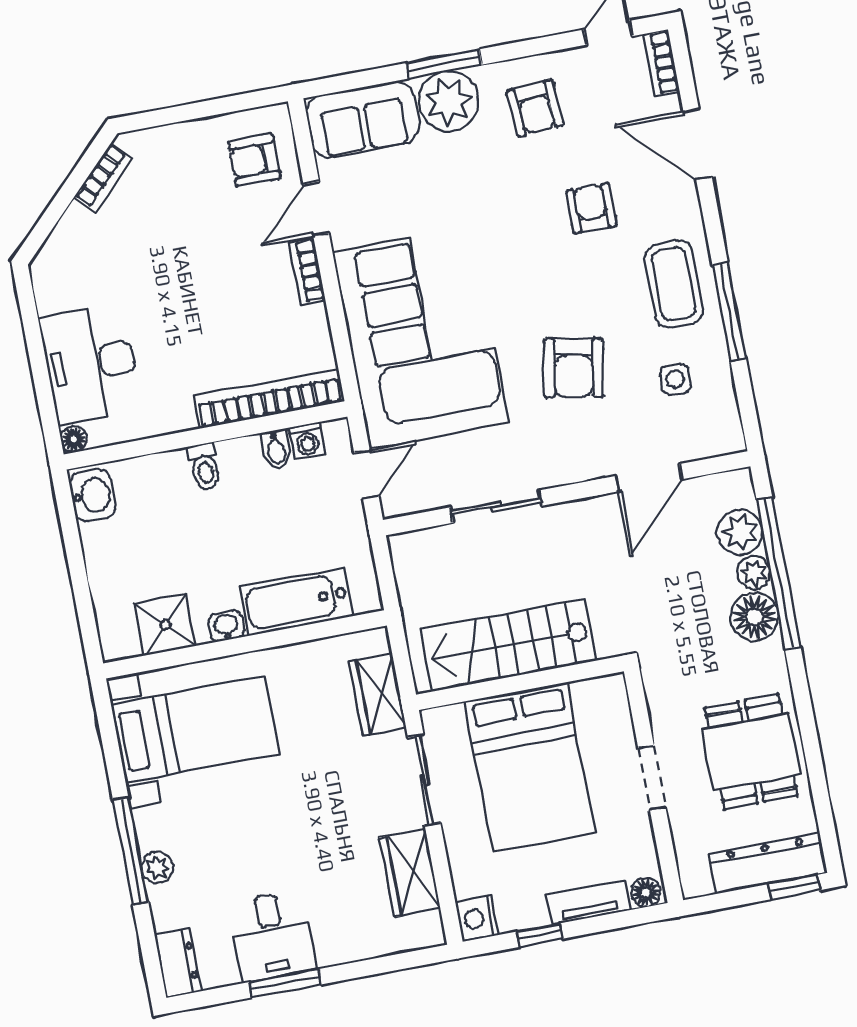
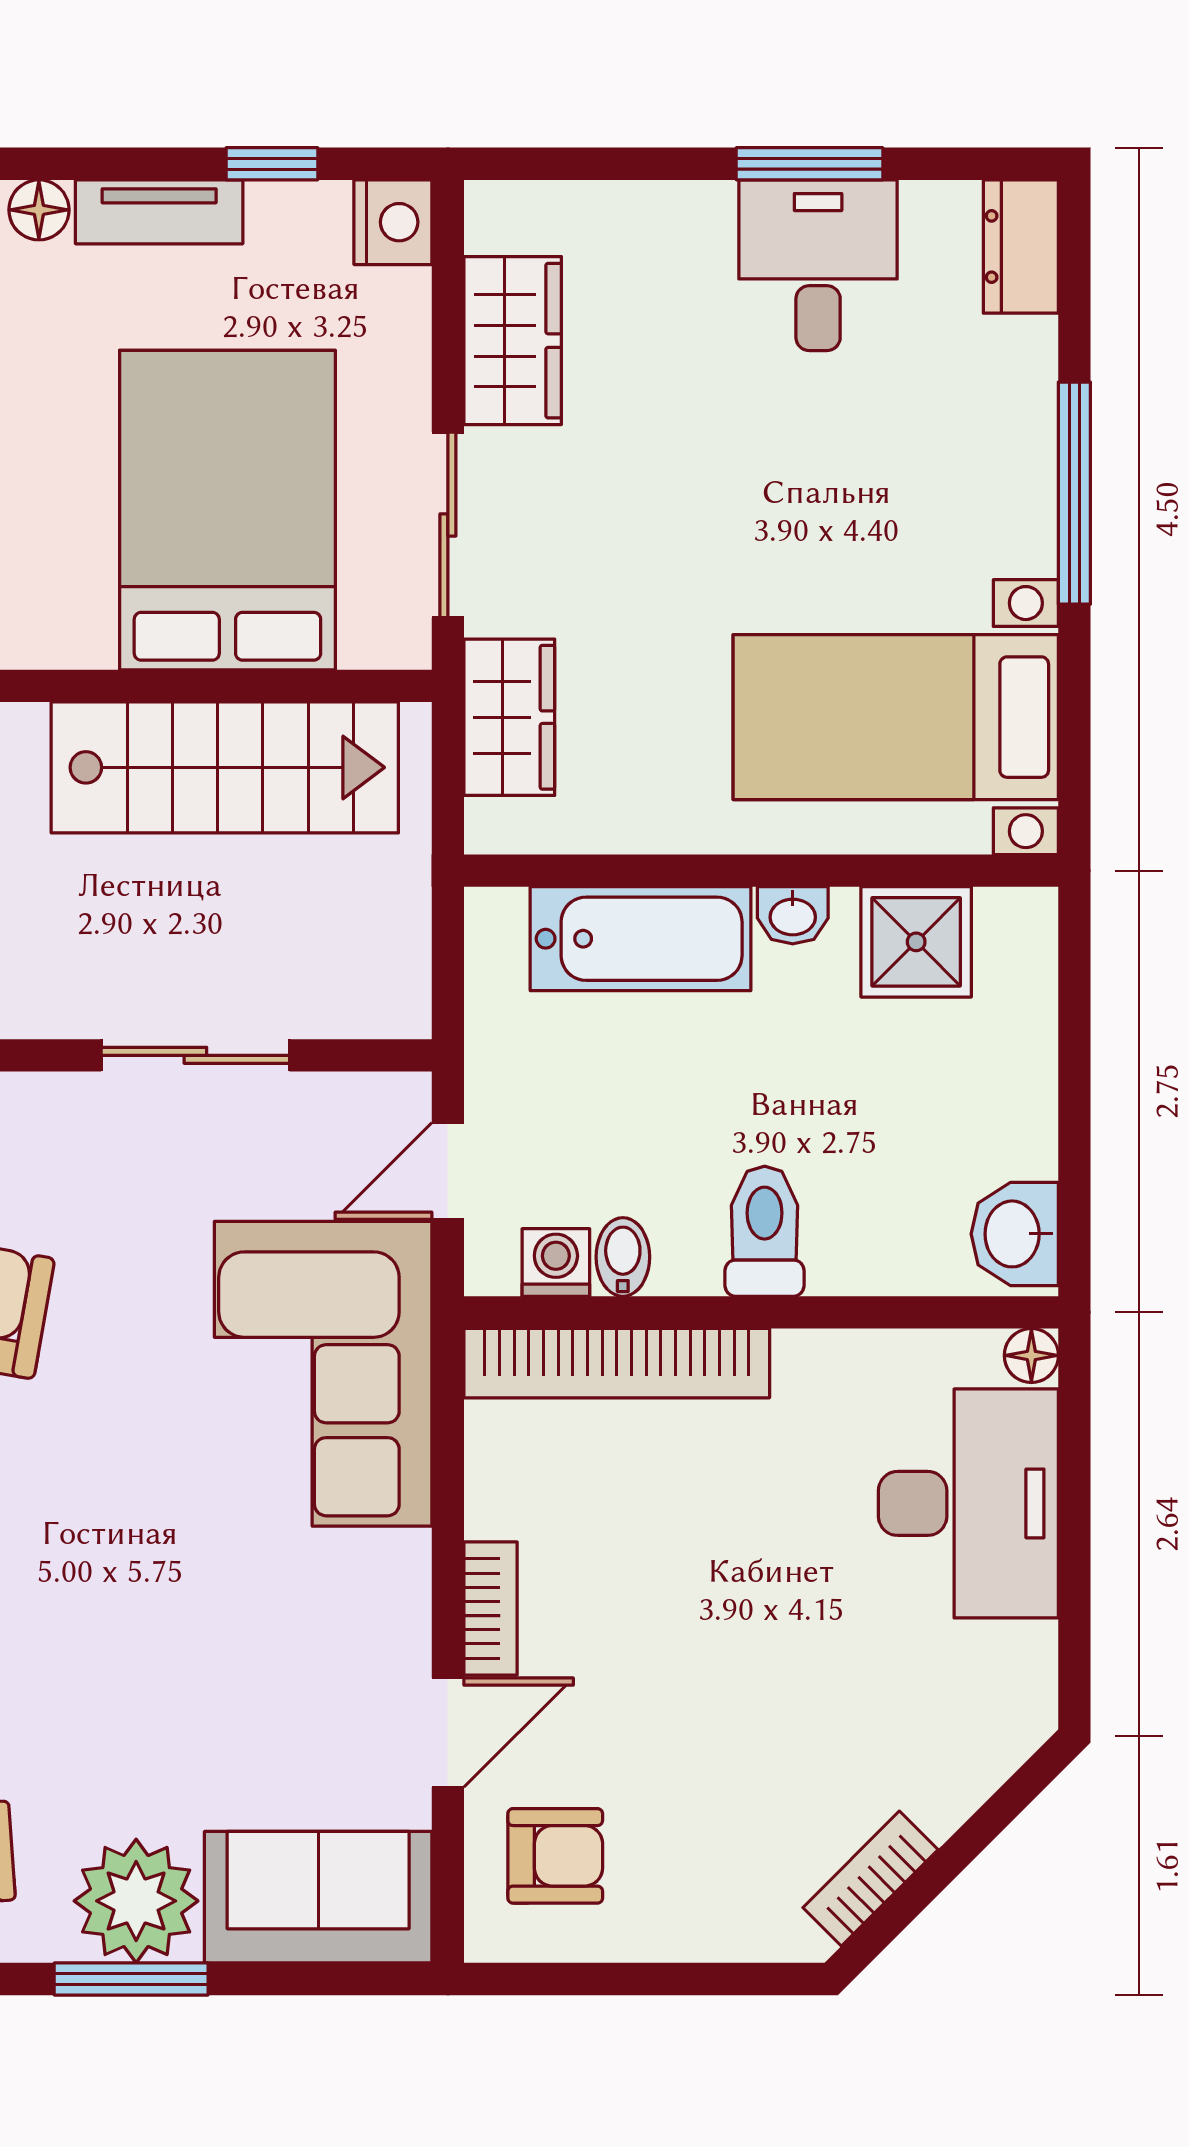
corner sofa: (421, 338) -> (323, 1374), width x0.73, depth x0.74
toilet: (205, 467) -> (765, 1231), width x1.37, depth x1.39
plant: (157, 868) -> (1026, 449), removed

